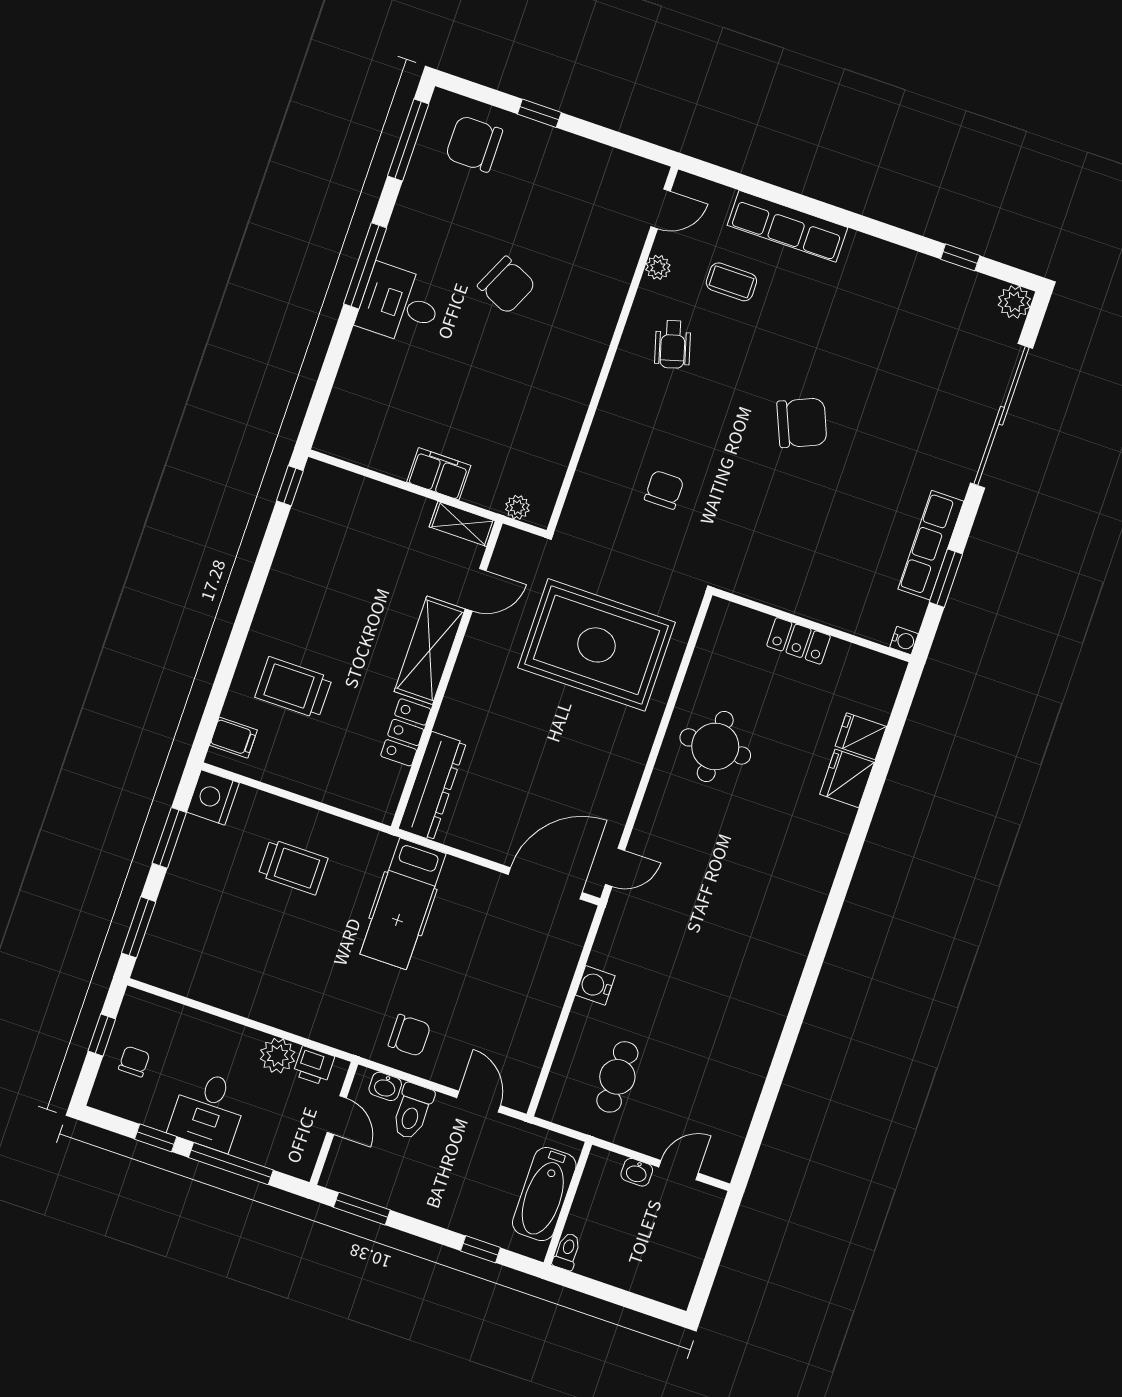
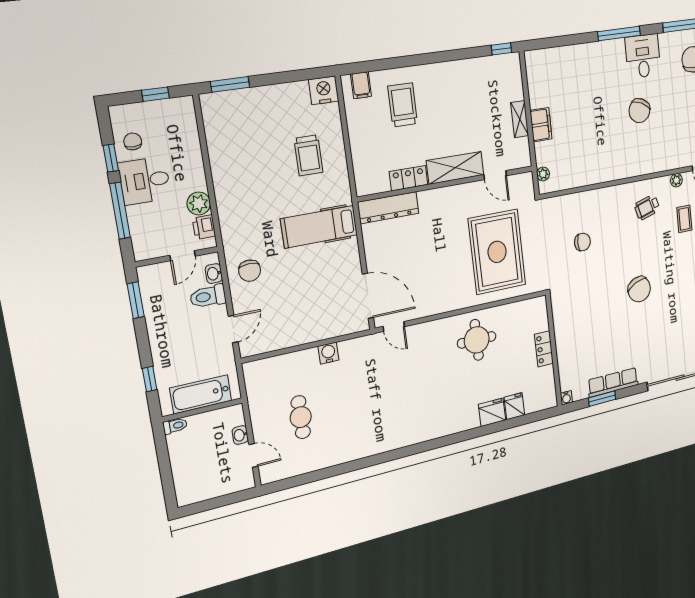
desk: (399, 305) -> (643, 56), moved
shelving: (462, 524) -> (520, 119), moved
window: (169, 838) -> (289, 77), removed
chair: (134, 1061) -> (133, 141), moved, turned -90
cafe table: (617, 1077) -> (301, 417), moved, turned 90

